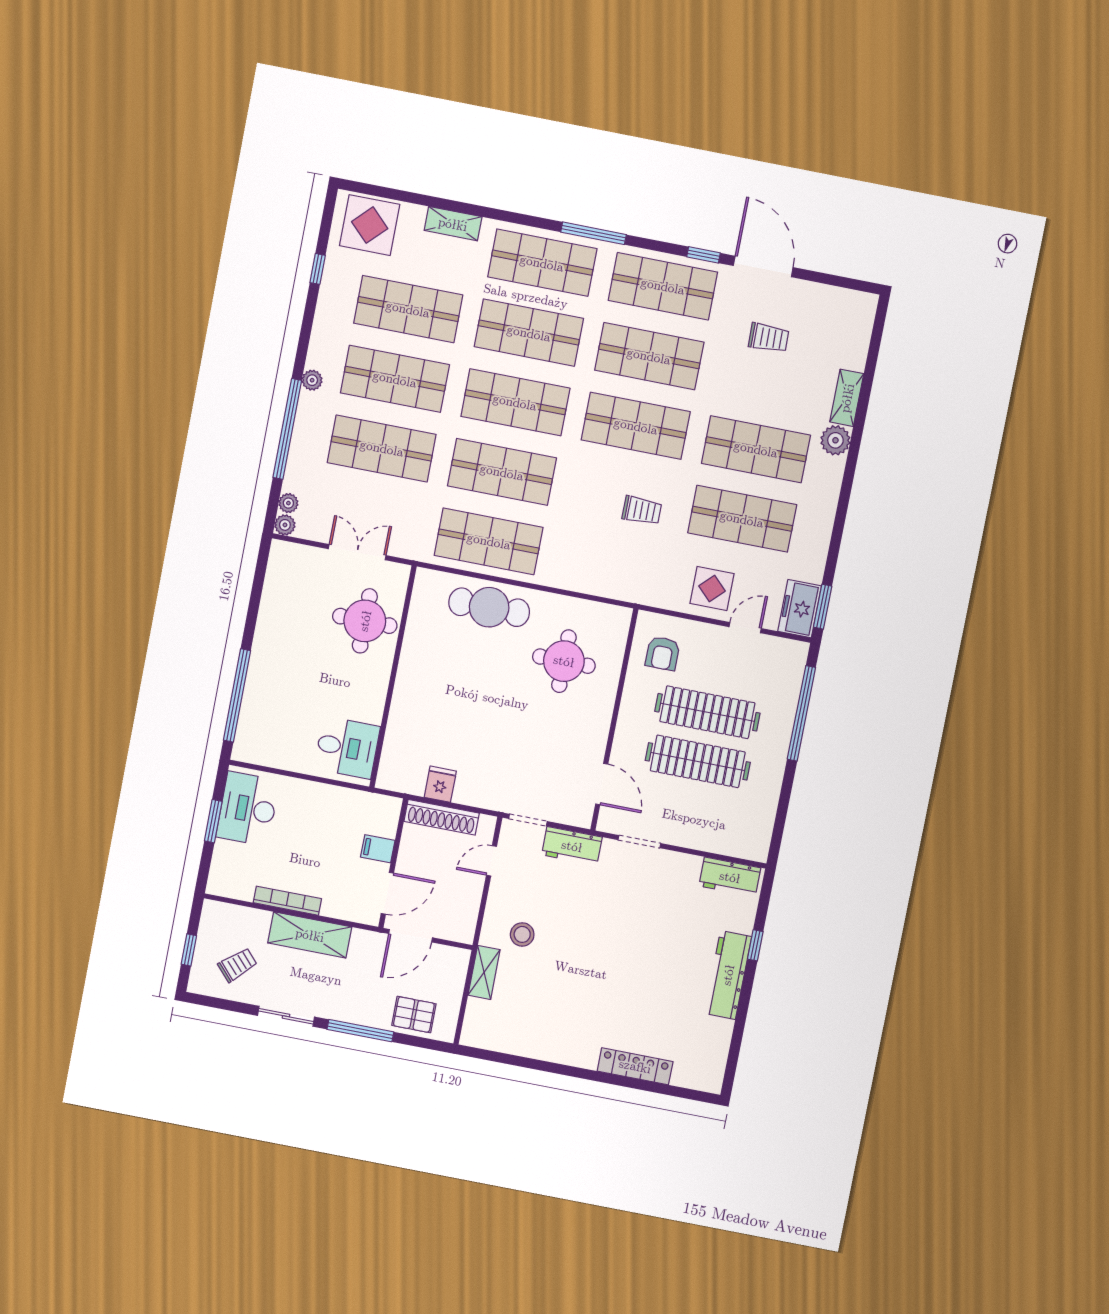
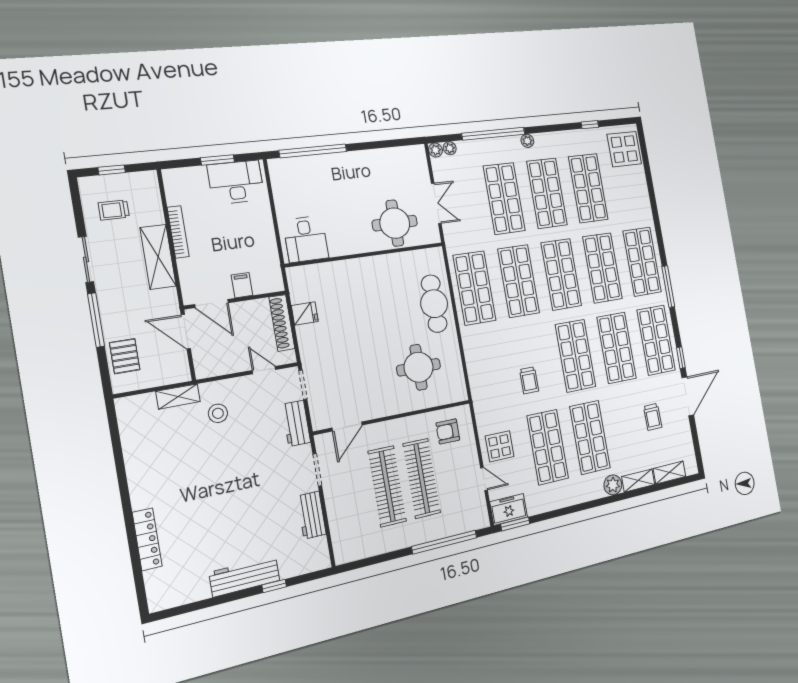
shelving: (453, 224) -> (669, 472), moved, turned 90
workbench: (730, 877) -> (312, 515), moved
trolley: (238, 965) -> (114, 210), turned 132

